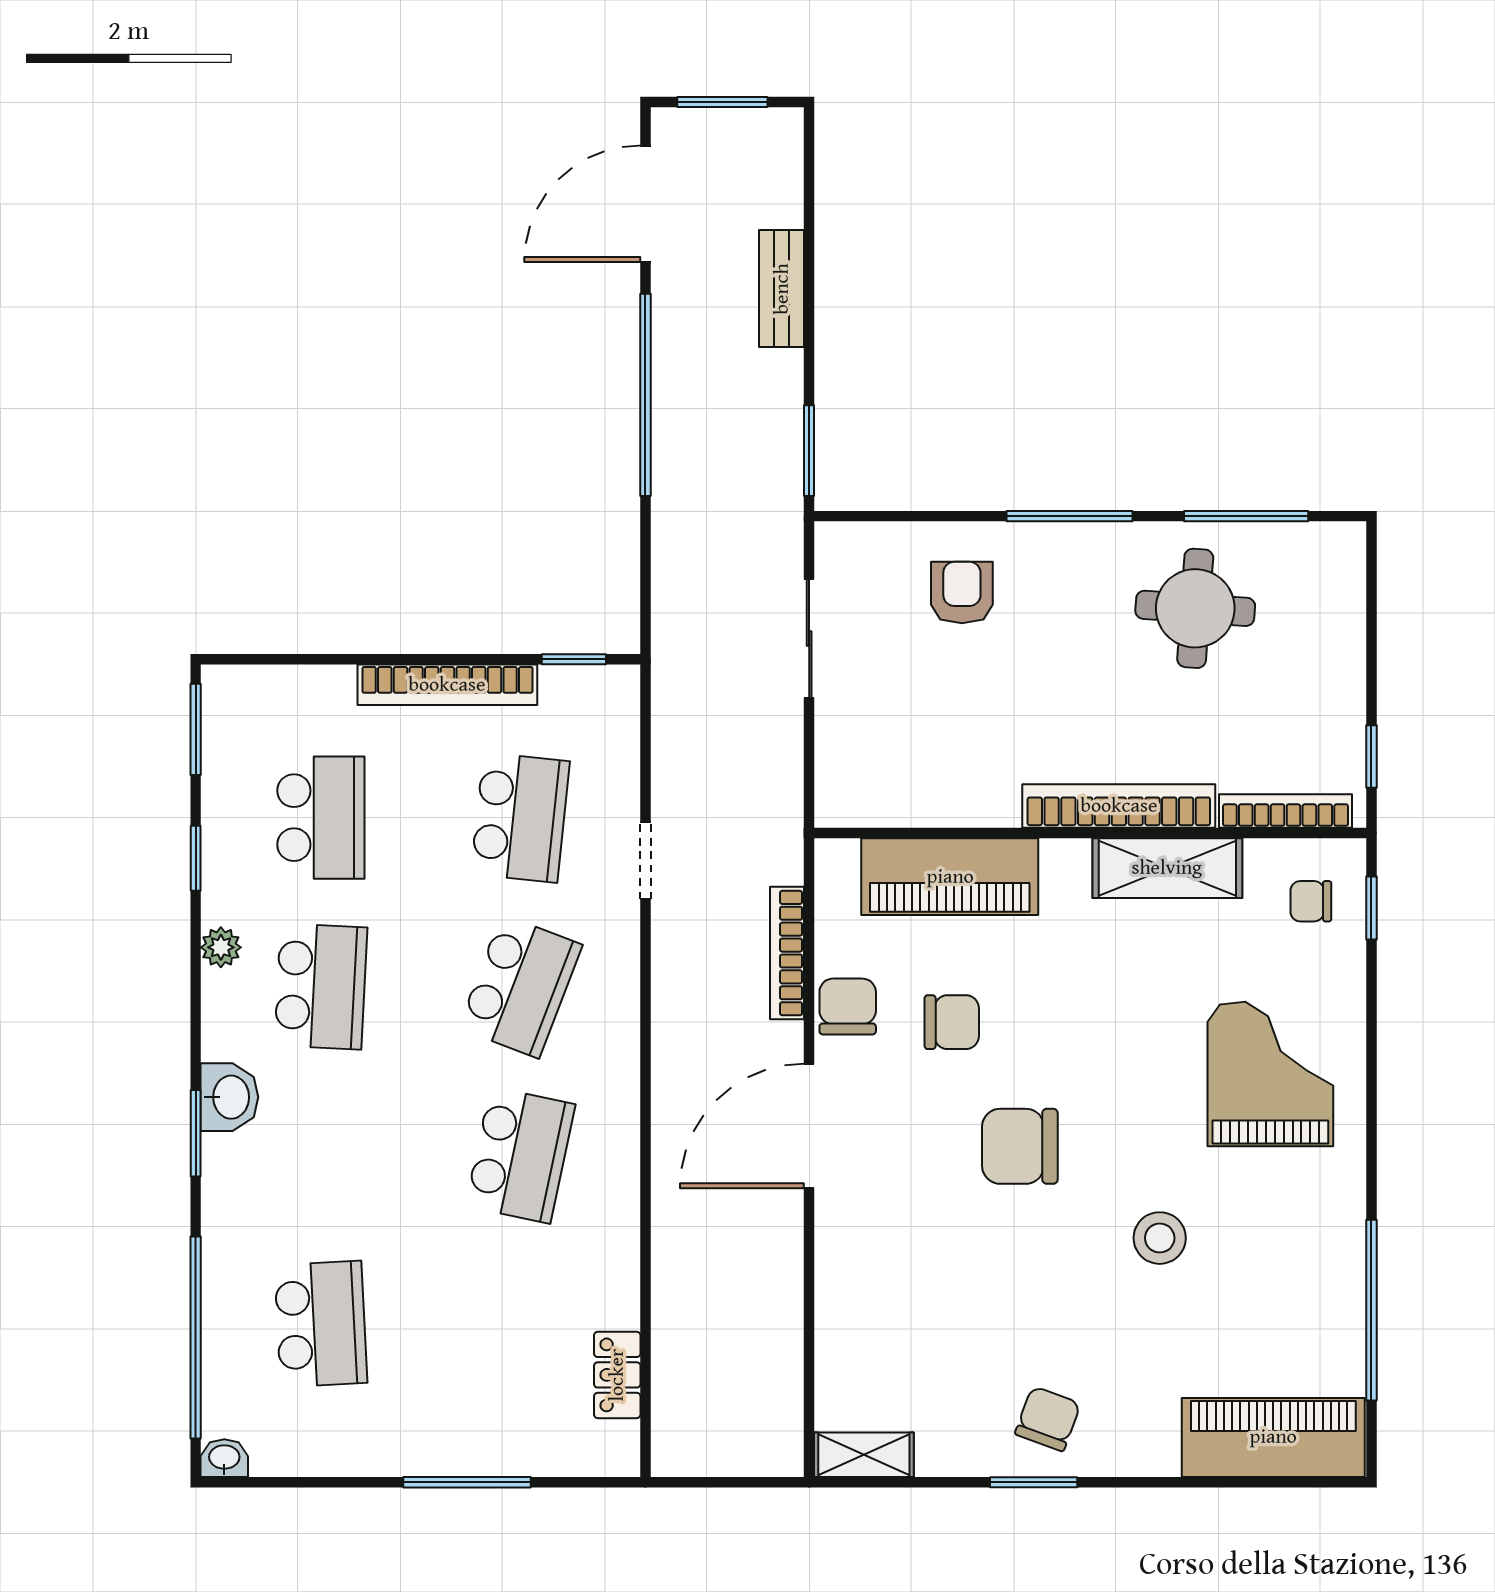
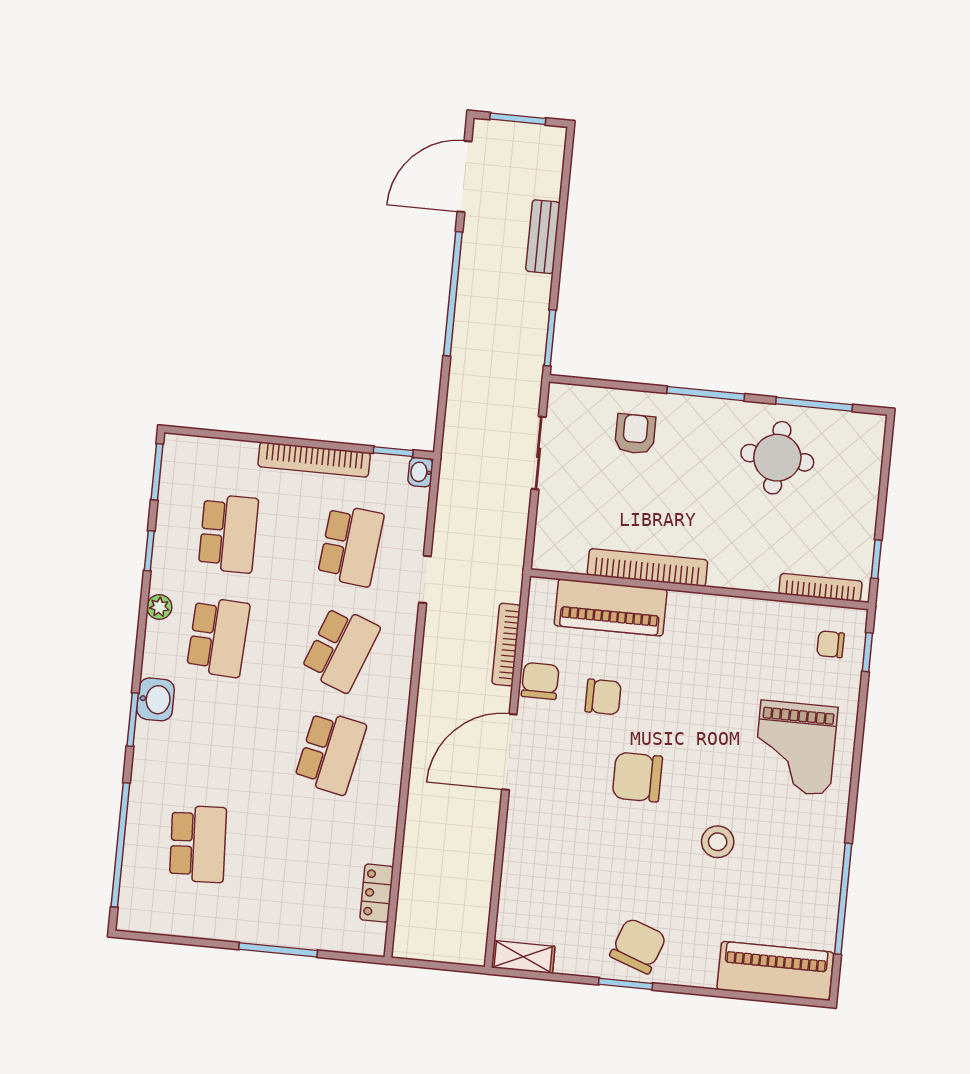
bookcase: (1119, 806) -> (647, 567), moved
shelving: (1167, 868) -> (745, 615), removed
grand piano: (1270, 1074) -> (795, 748), turned 180
chair: (1048, 1419) -> (638, 946), width x1.37, depth x1.37
washbasin: (224, 1458) -> (421, 472), moved, turned -90

